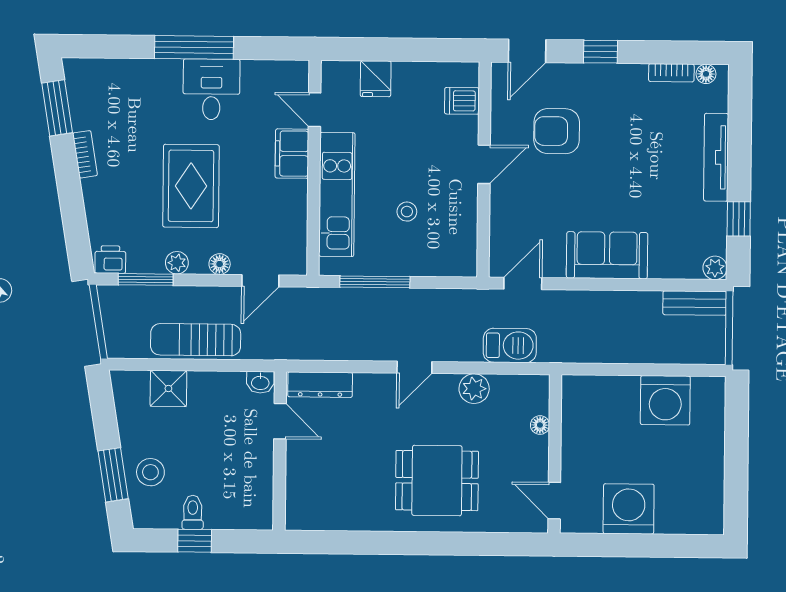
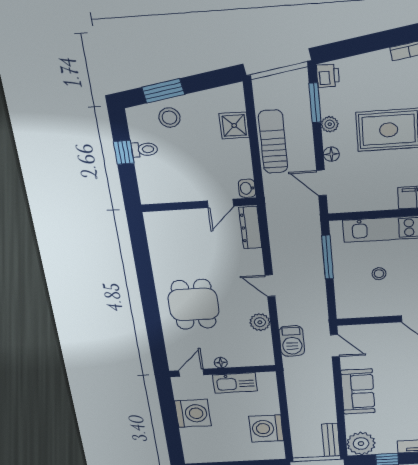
plant: (715, 268) -> (361, 443), width x1.88, depth x1.88
floor lamp: (540, 425) -> (221, 363), moved
kitchen sink: (577, 438) -> (235, 383), added

